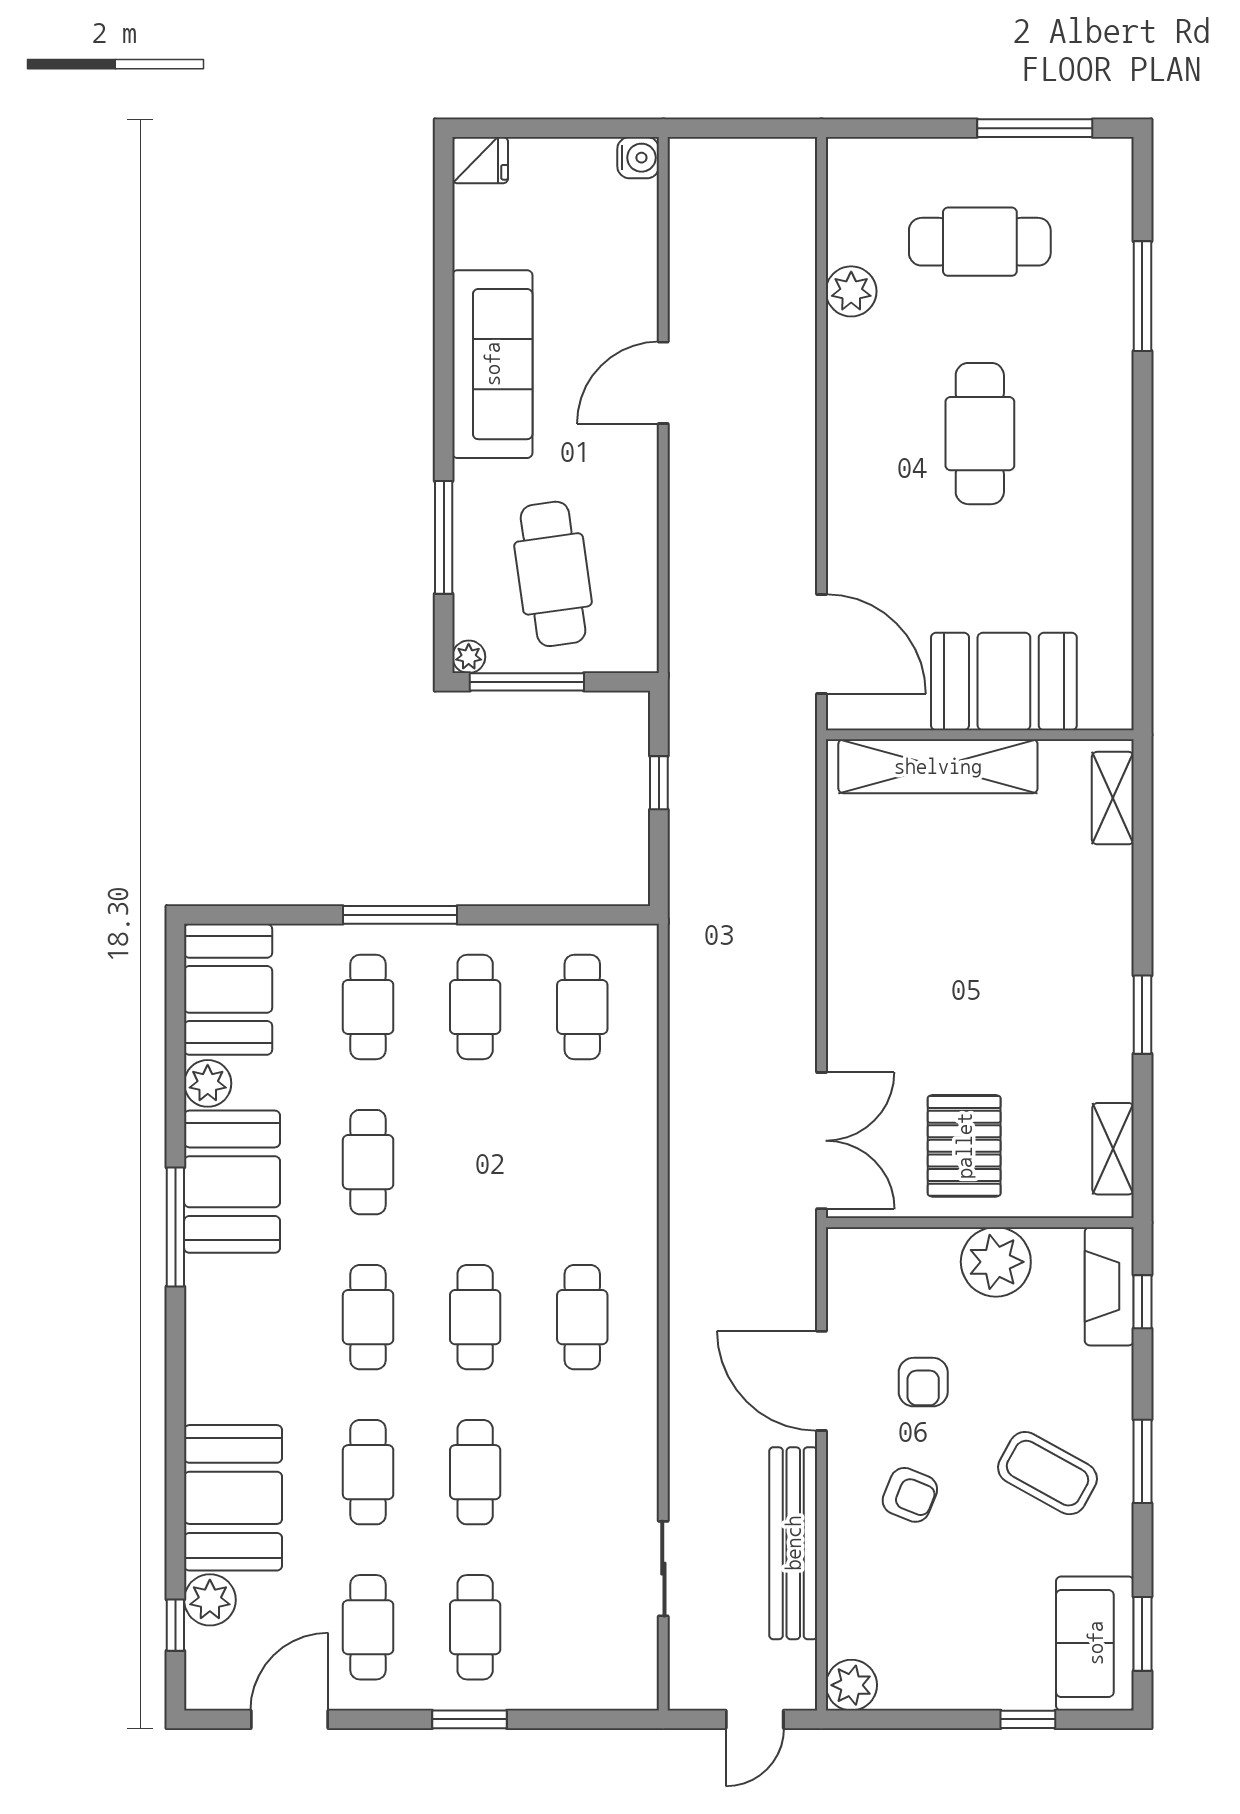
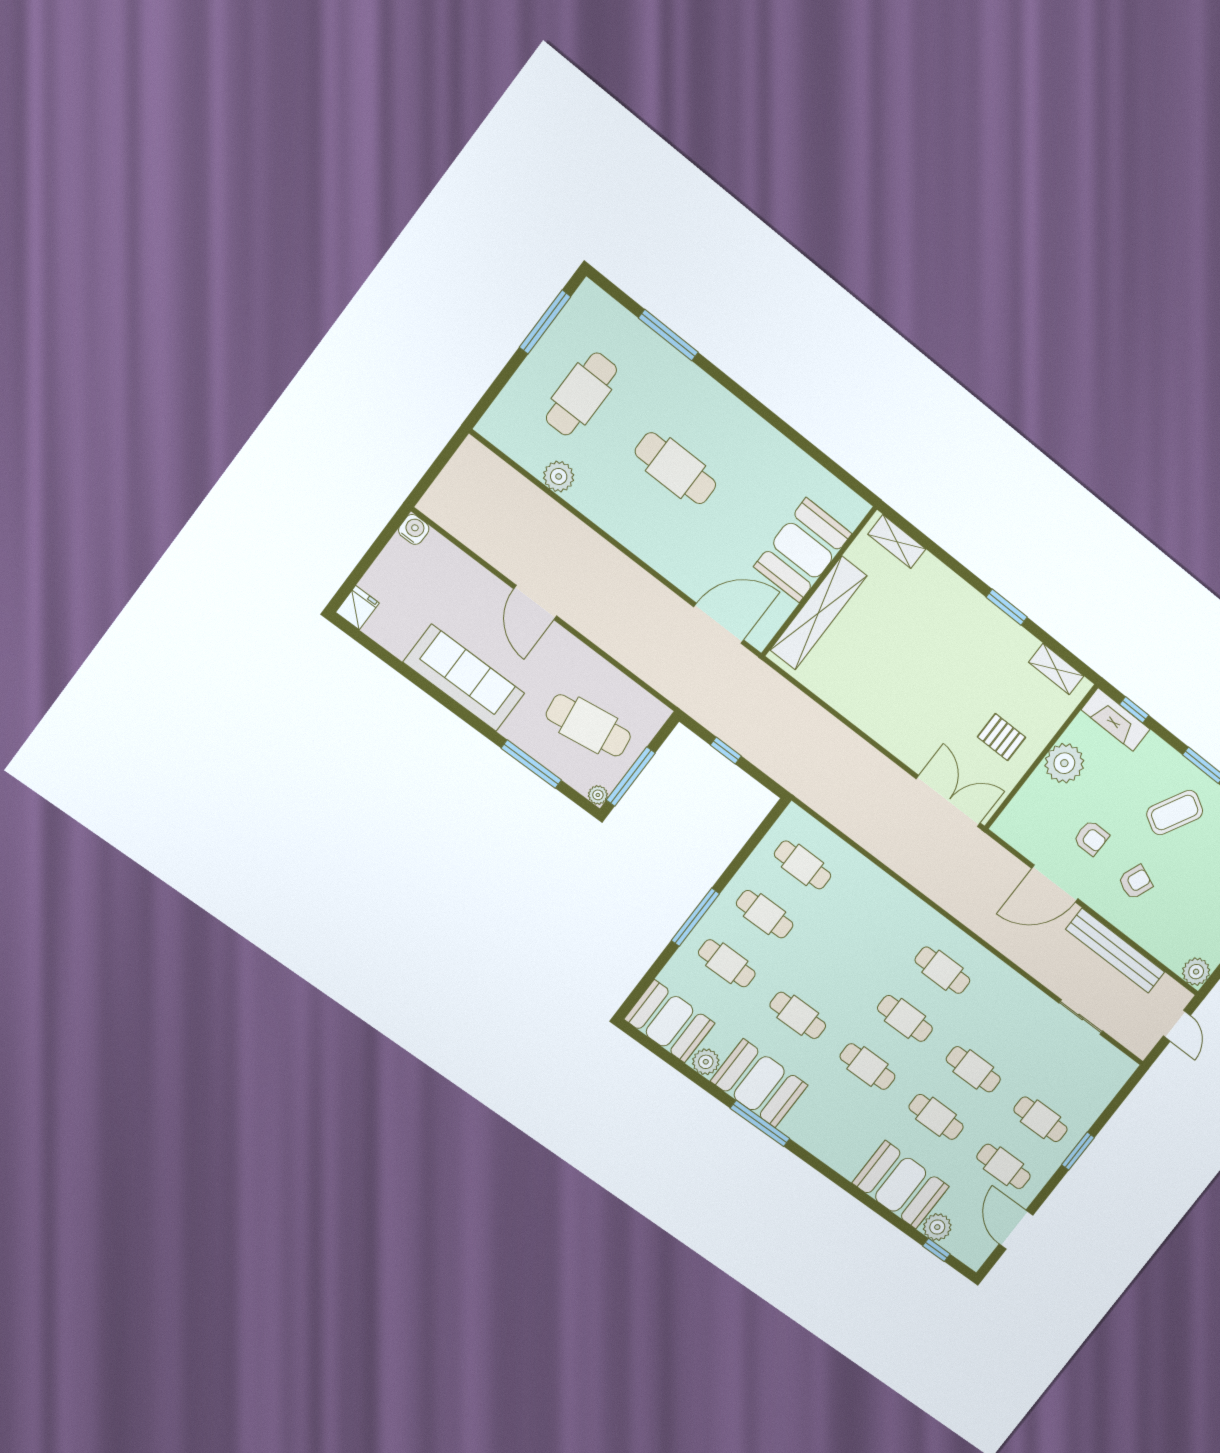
pallet: (964, 1146) -> (1001, 737), width x0.67, depth x0.71

